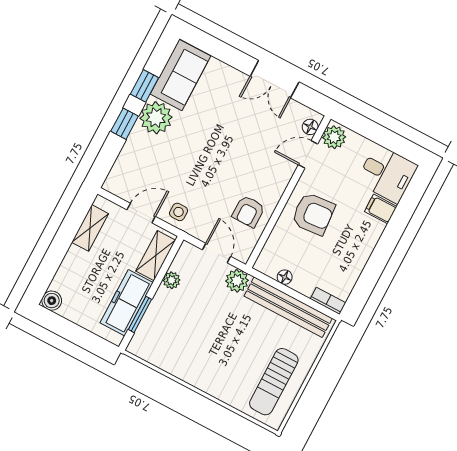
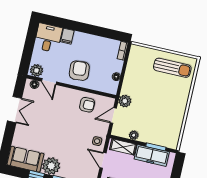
bench: (288, 307) -> (131, 71), removed

